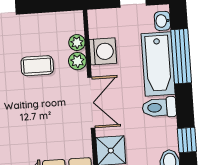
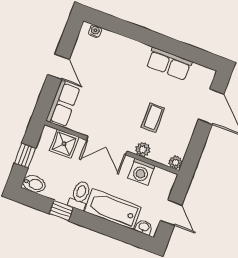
plant: (77, 43) -> (175, 162), moved
window: (181, 56) -> (111, 229), removed
window: (187, 140) -> (61, 210), moved

